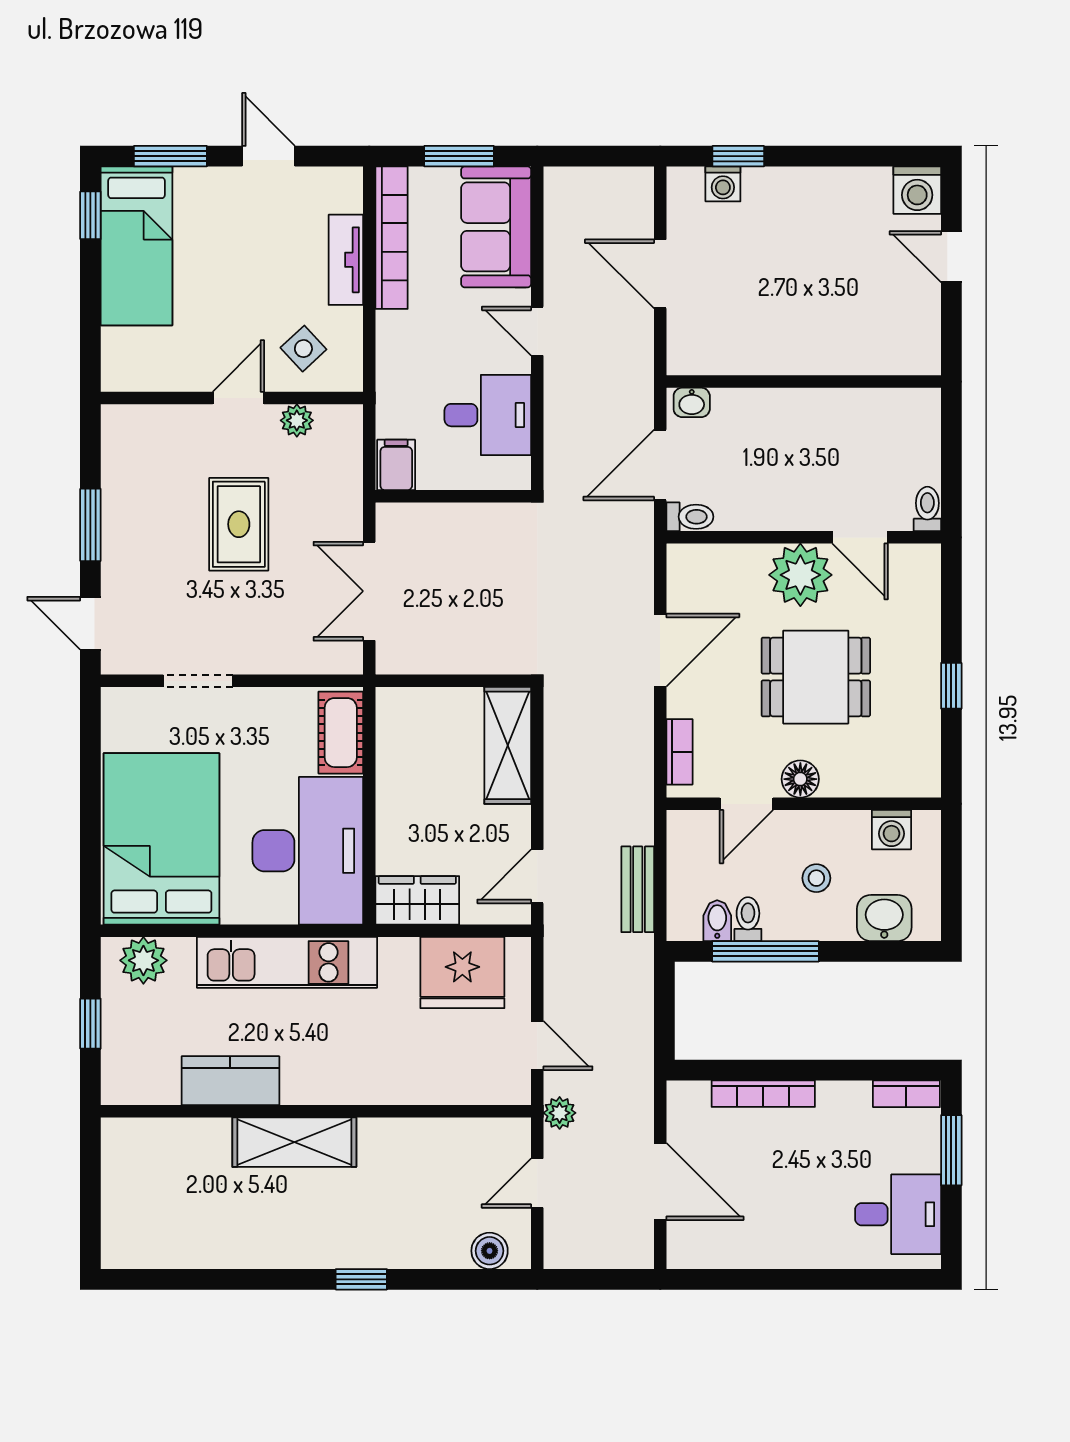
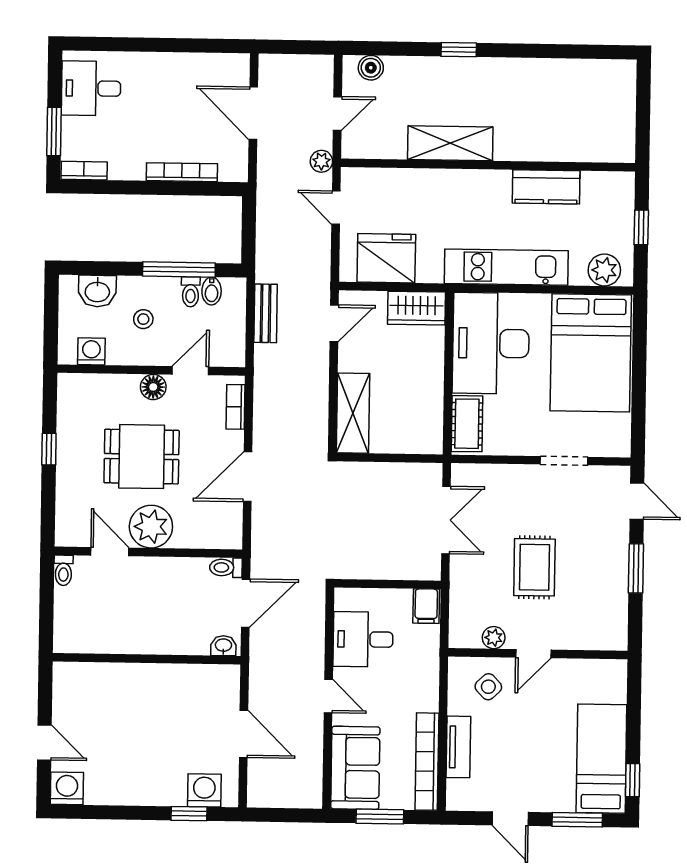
washing machine: (723, 184) -> (204, 790), width x1.38, depth x1.38
shelving: (294, 1142) -> (450, 143), moved

